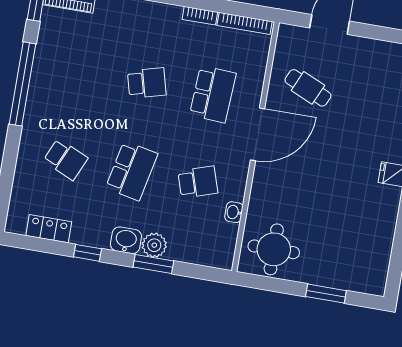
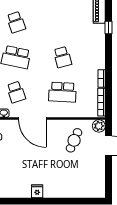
plant: (289, 36) -> (99, 126), added
door: (258, 134) -> (32, 119), moved
school desk: (66, 159) -> (16, 22), turned -42

